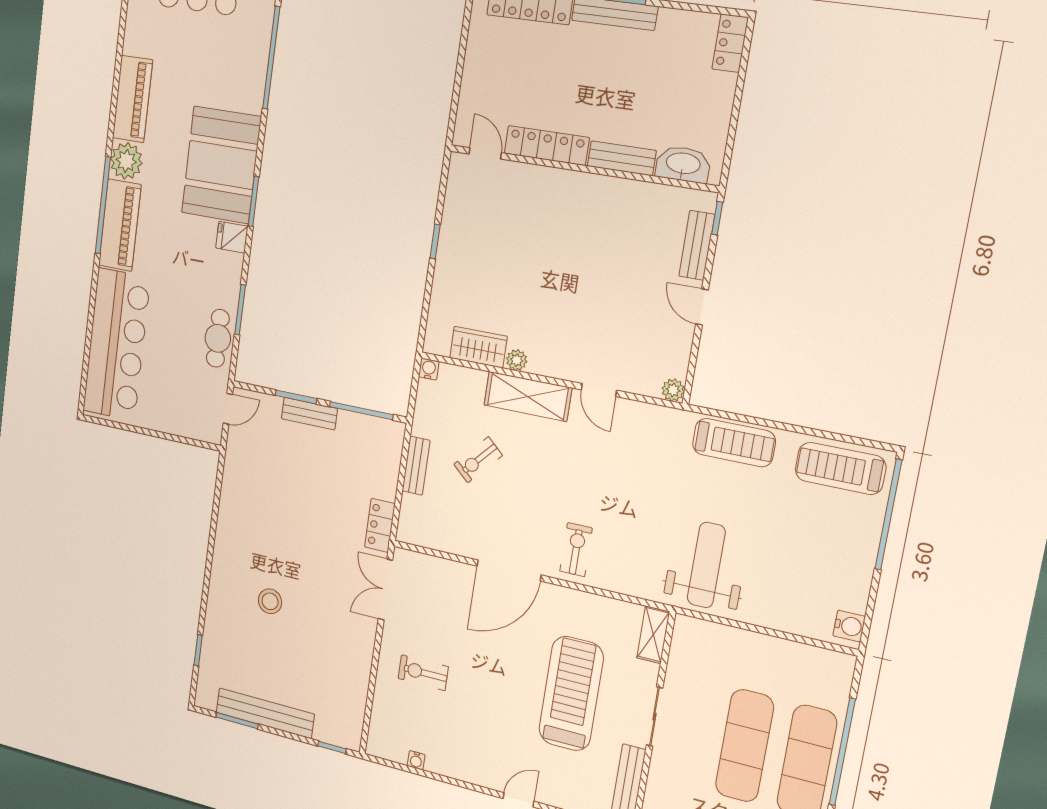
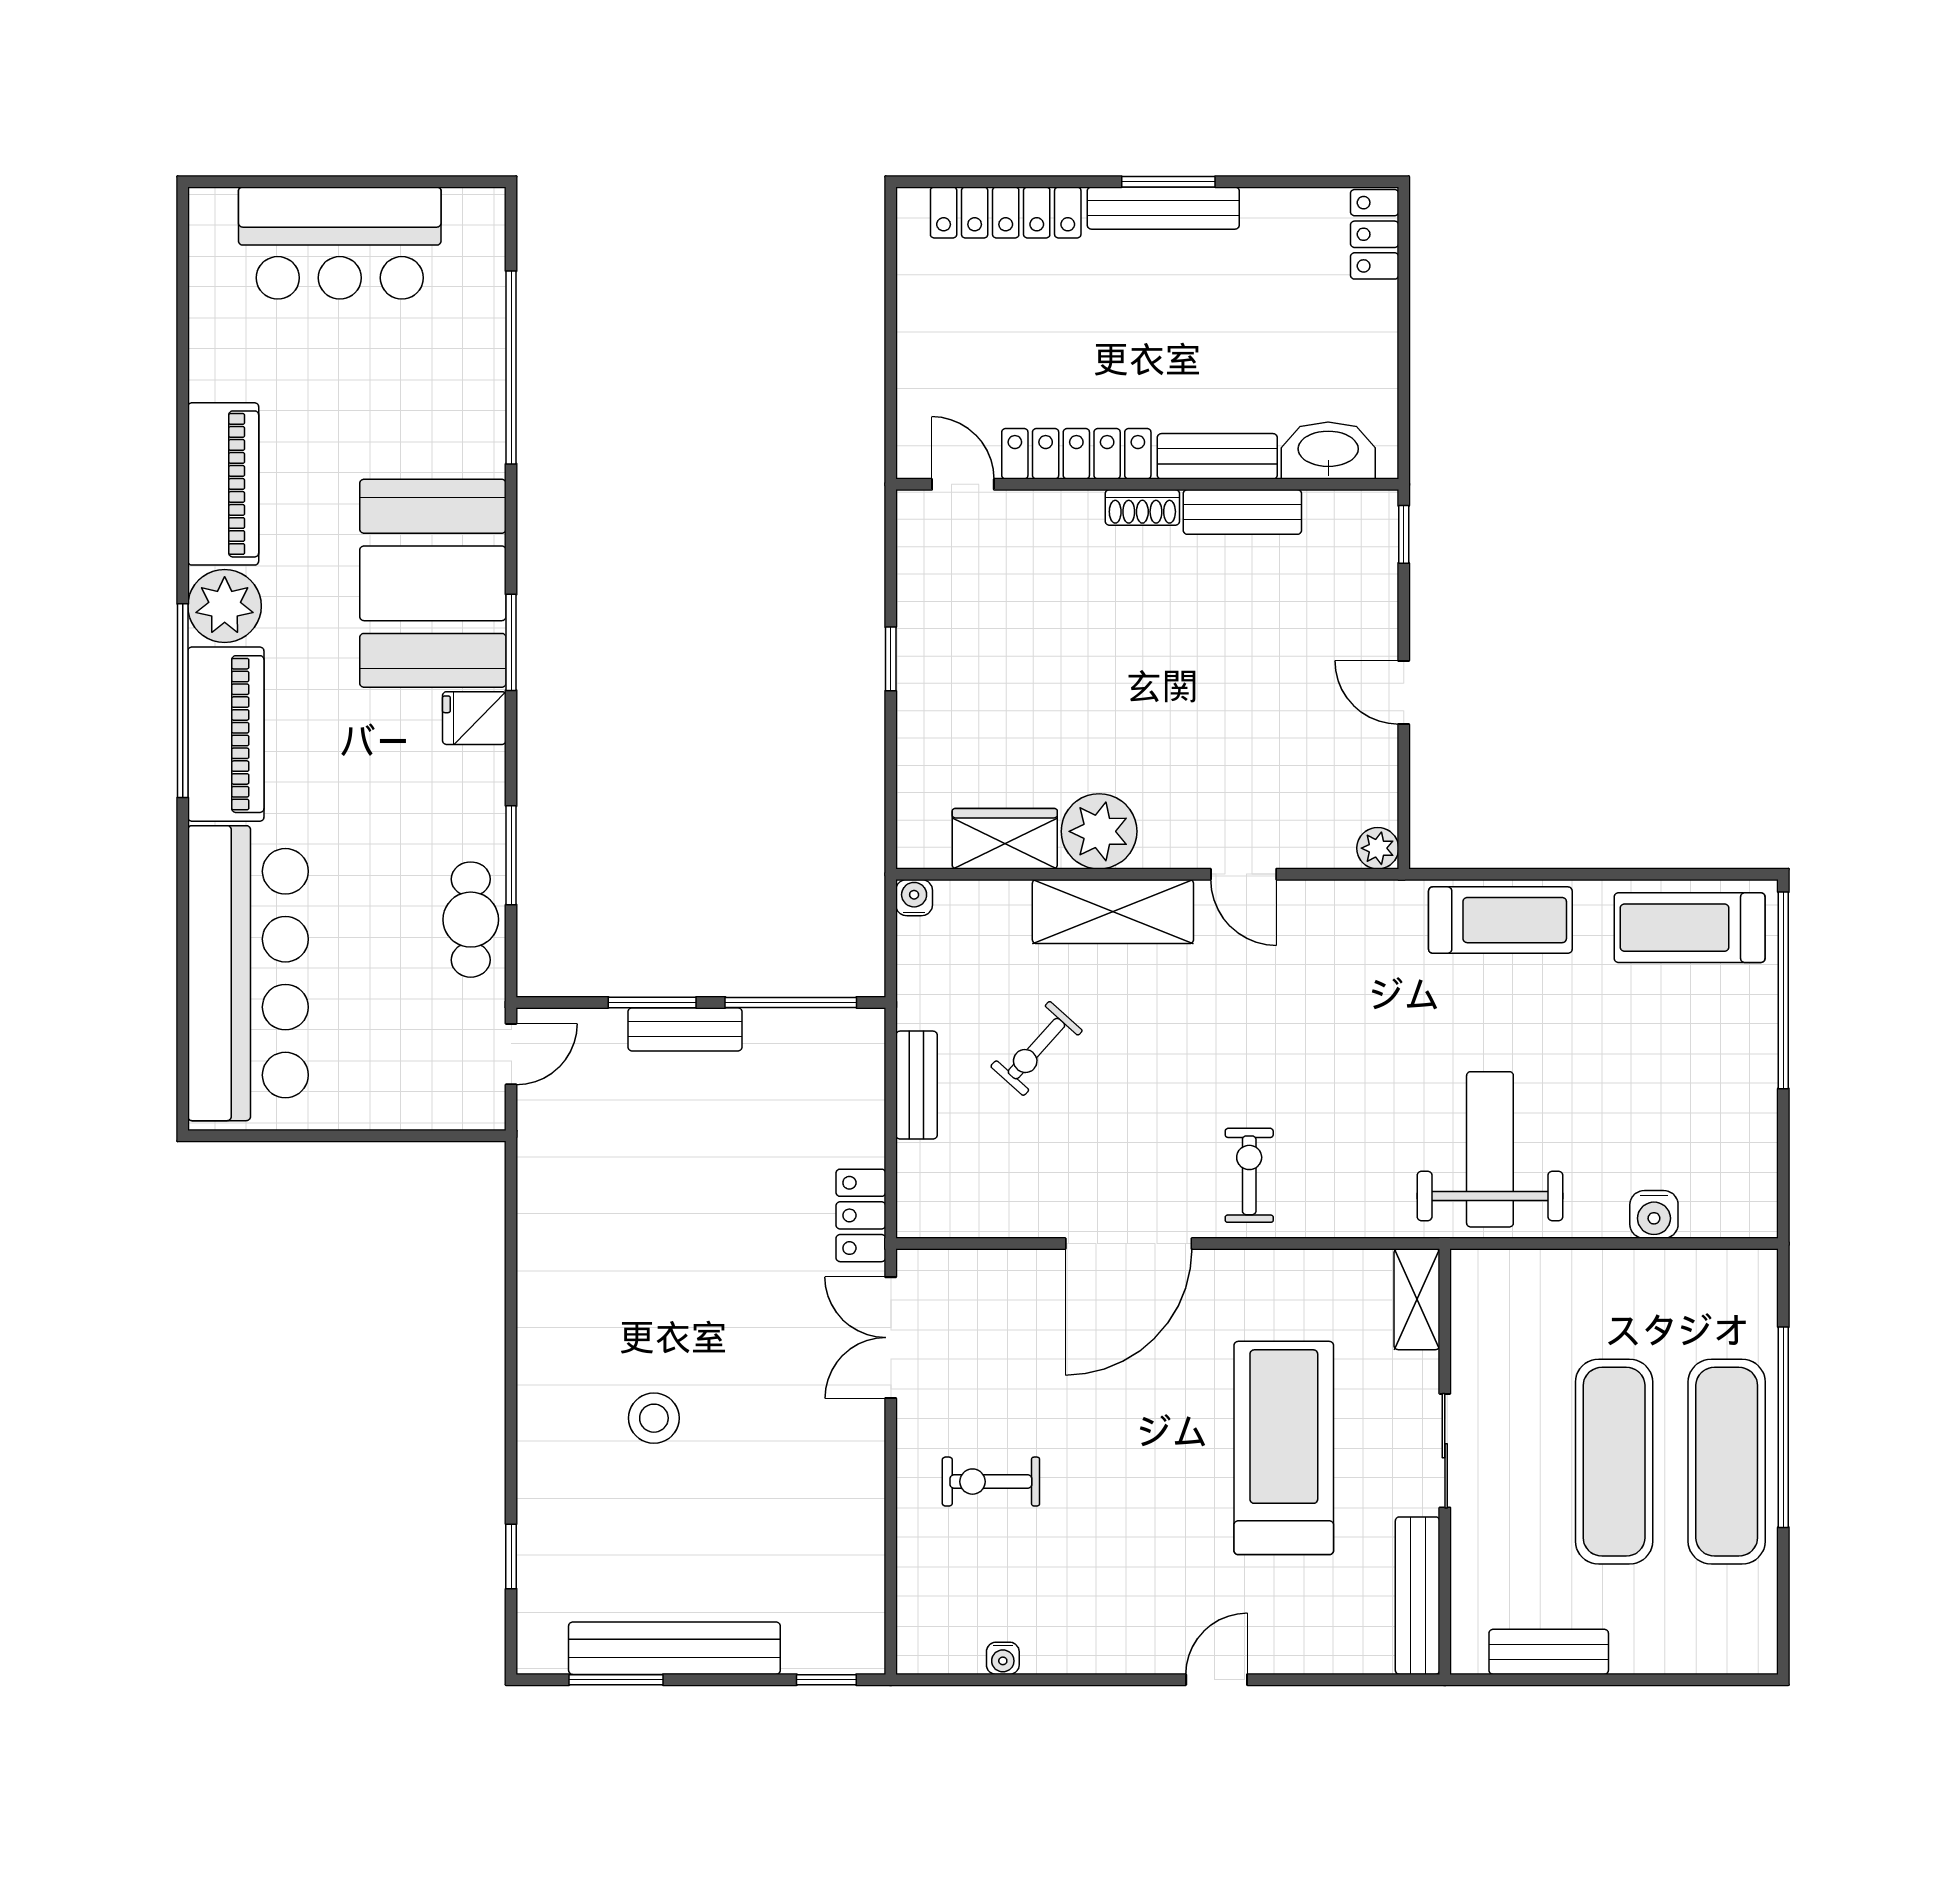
shoe rack: (577, 181) -> (1142, 507), added
bench: (697, 245) -> (1242, 512), moved, turned 90
plant: (517, 360) -> (1099, 831), width x1.88, depth x1.88
water cooler: (849, 626) -> (1654, 1214), moved, turned 90

